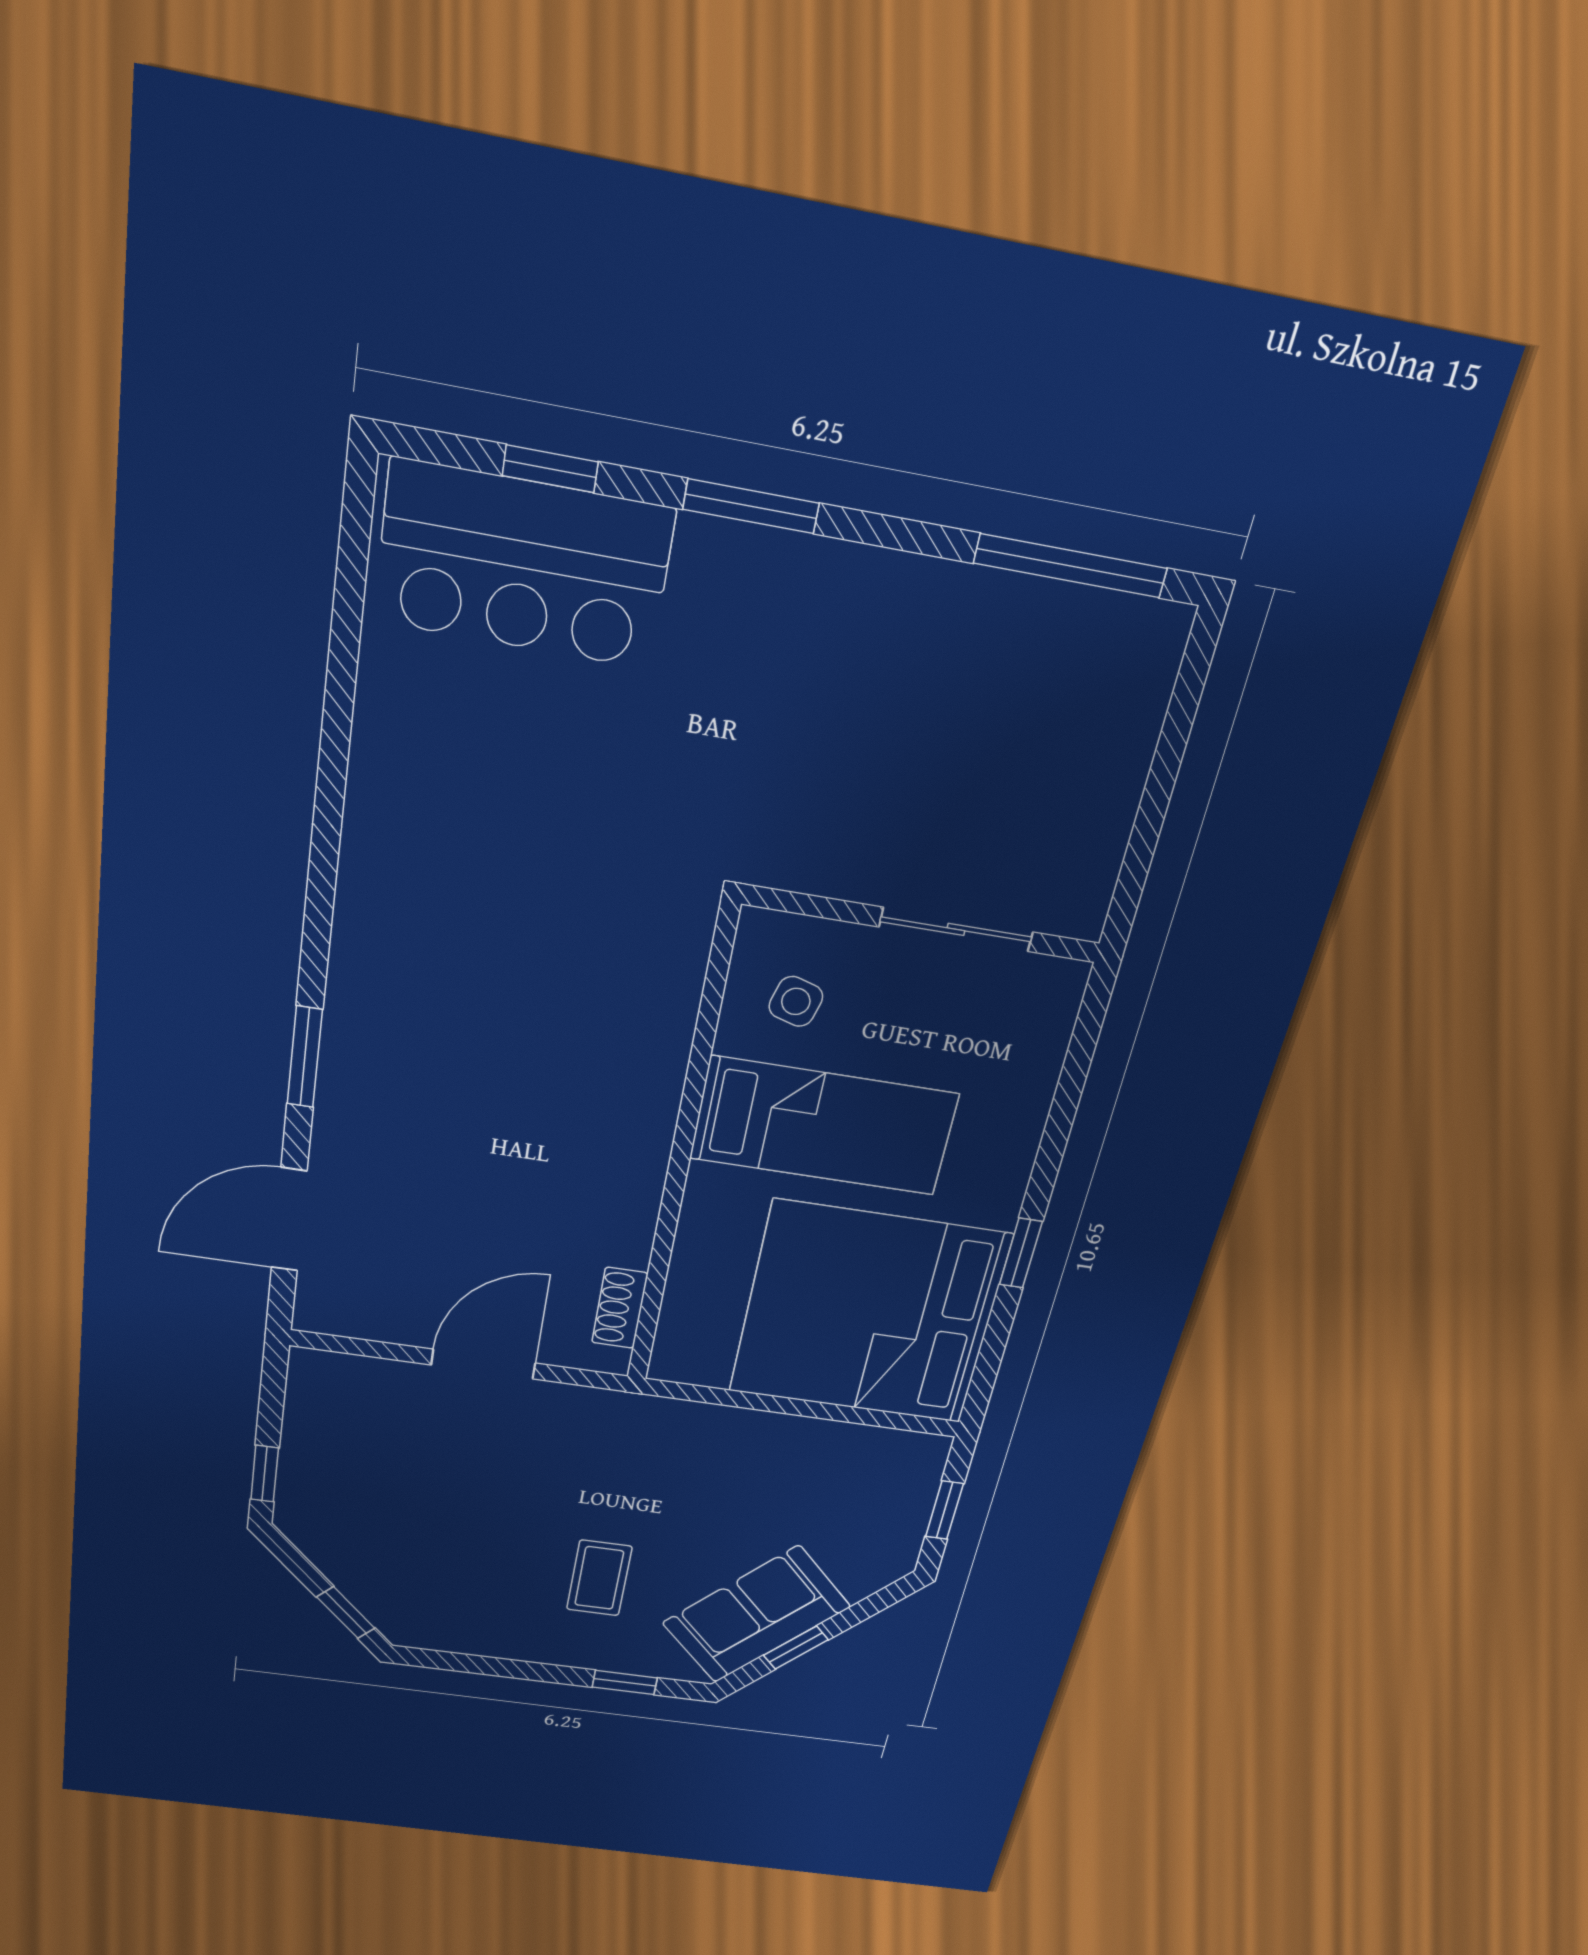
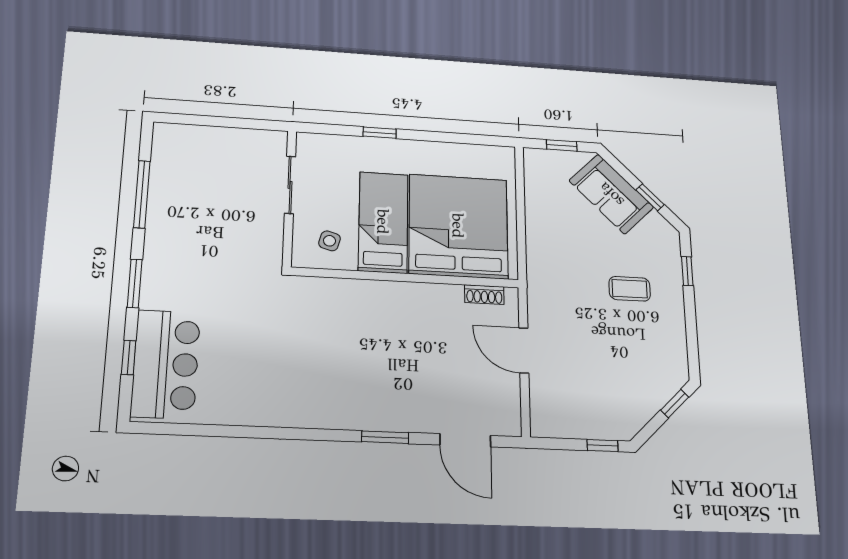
window: (1070, 566) -> (142, 194), moved
window: (1021, 1253) -> (380, 133), moved
bed: (869, 1314) -> (458, 226), moved, turned 180
sofa: (756, 1615) -> (611, 194), moved

